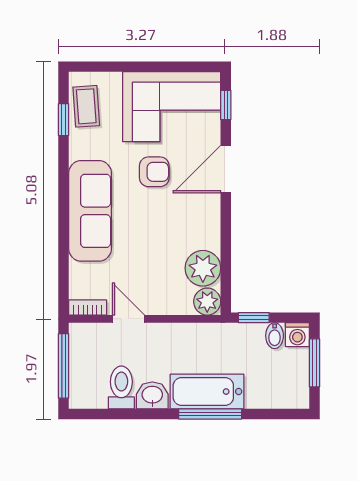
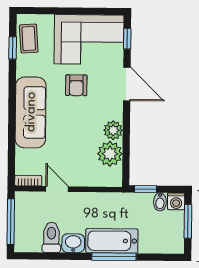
door: (226, 169) -> (127, 84), swing flipped
armchair: (154, 172) -> (76, 85), turned 90
plant: (207, 302) -> (113, 130), moved

